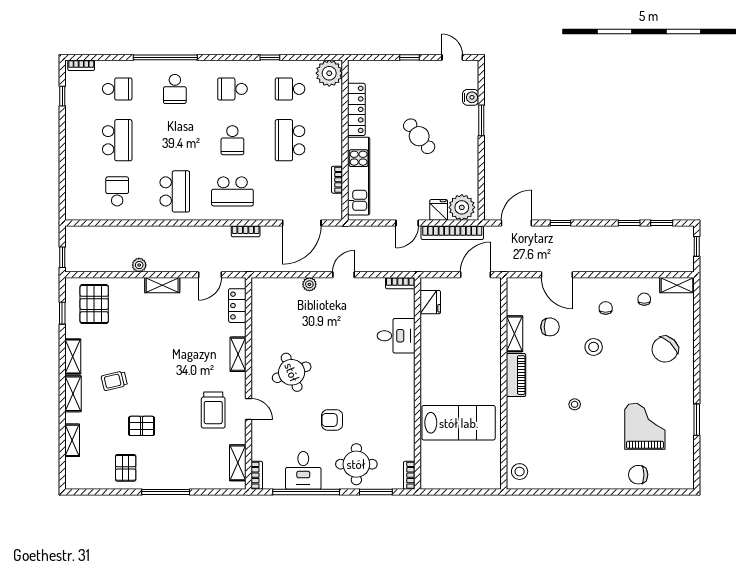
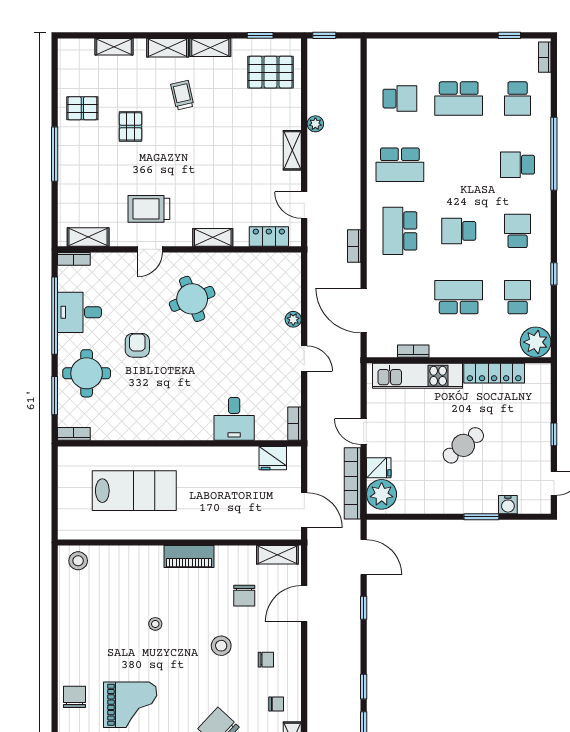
shelving: (514, 334) -> (277, 555), moved
lab bench: (459, 423) -> (134, 491), turned -90

